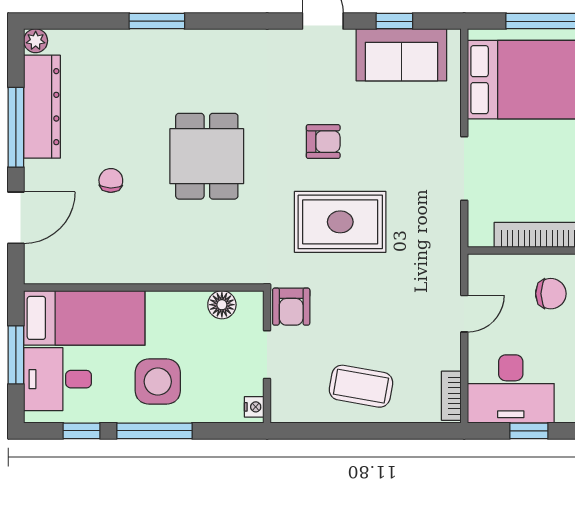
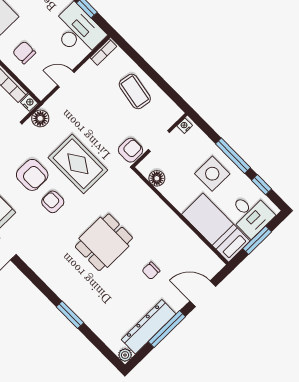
armchair: (384, 149) -> (32, 175), added
floor lamp: (446, 231) -> (40, 118), added
nightstand: (480, 237) -> (29, 103), added

